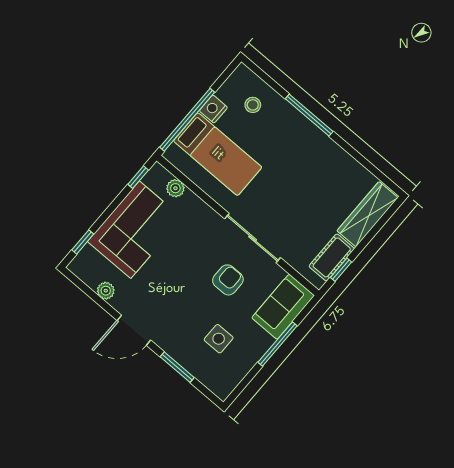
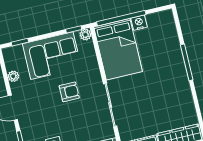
stool: (253, 105) -> (161, 35), removed
bed: (218, 154) -> (118, 49), width x1.50
plant: (175, 188) -> (85, 35), moved
armchair: (228, 280) -> (69, 92), moved

